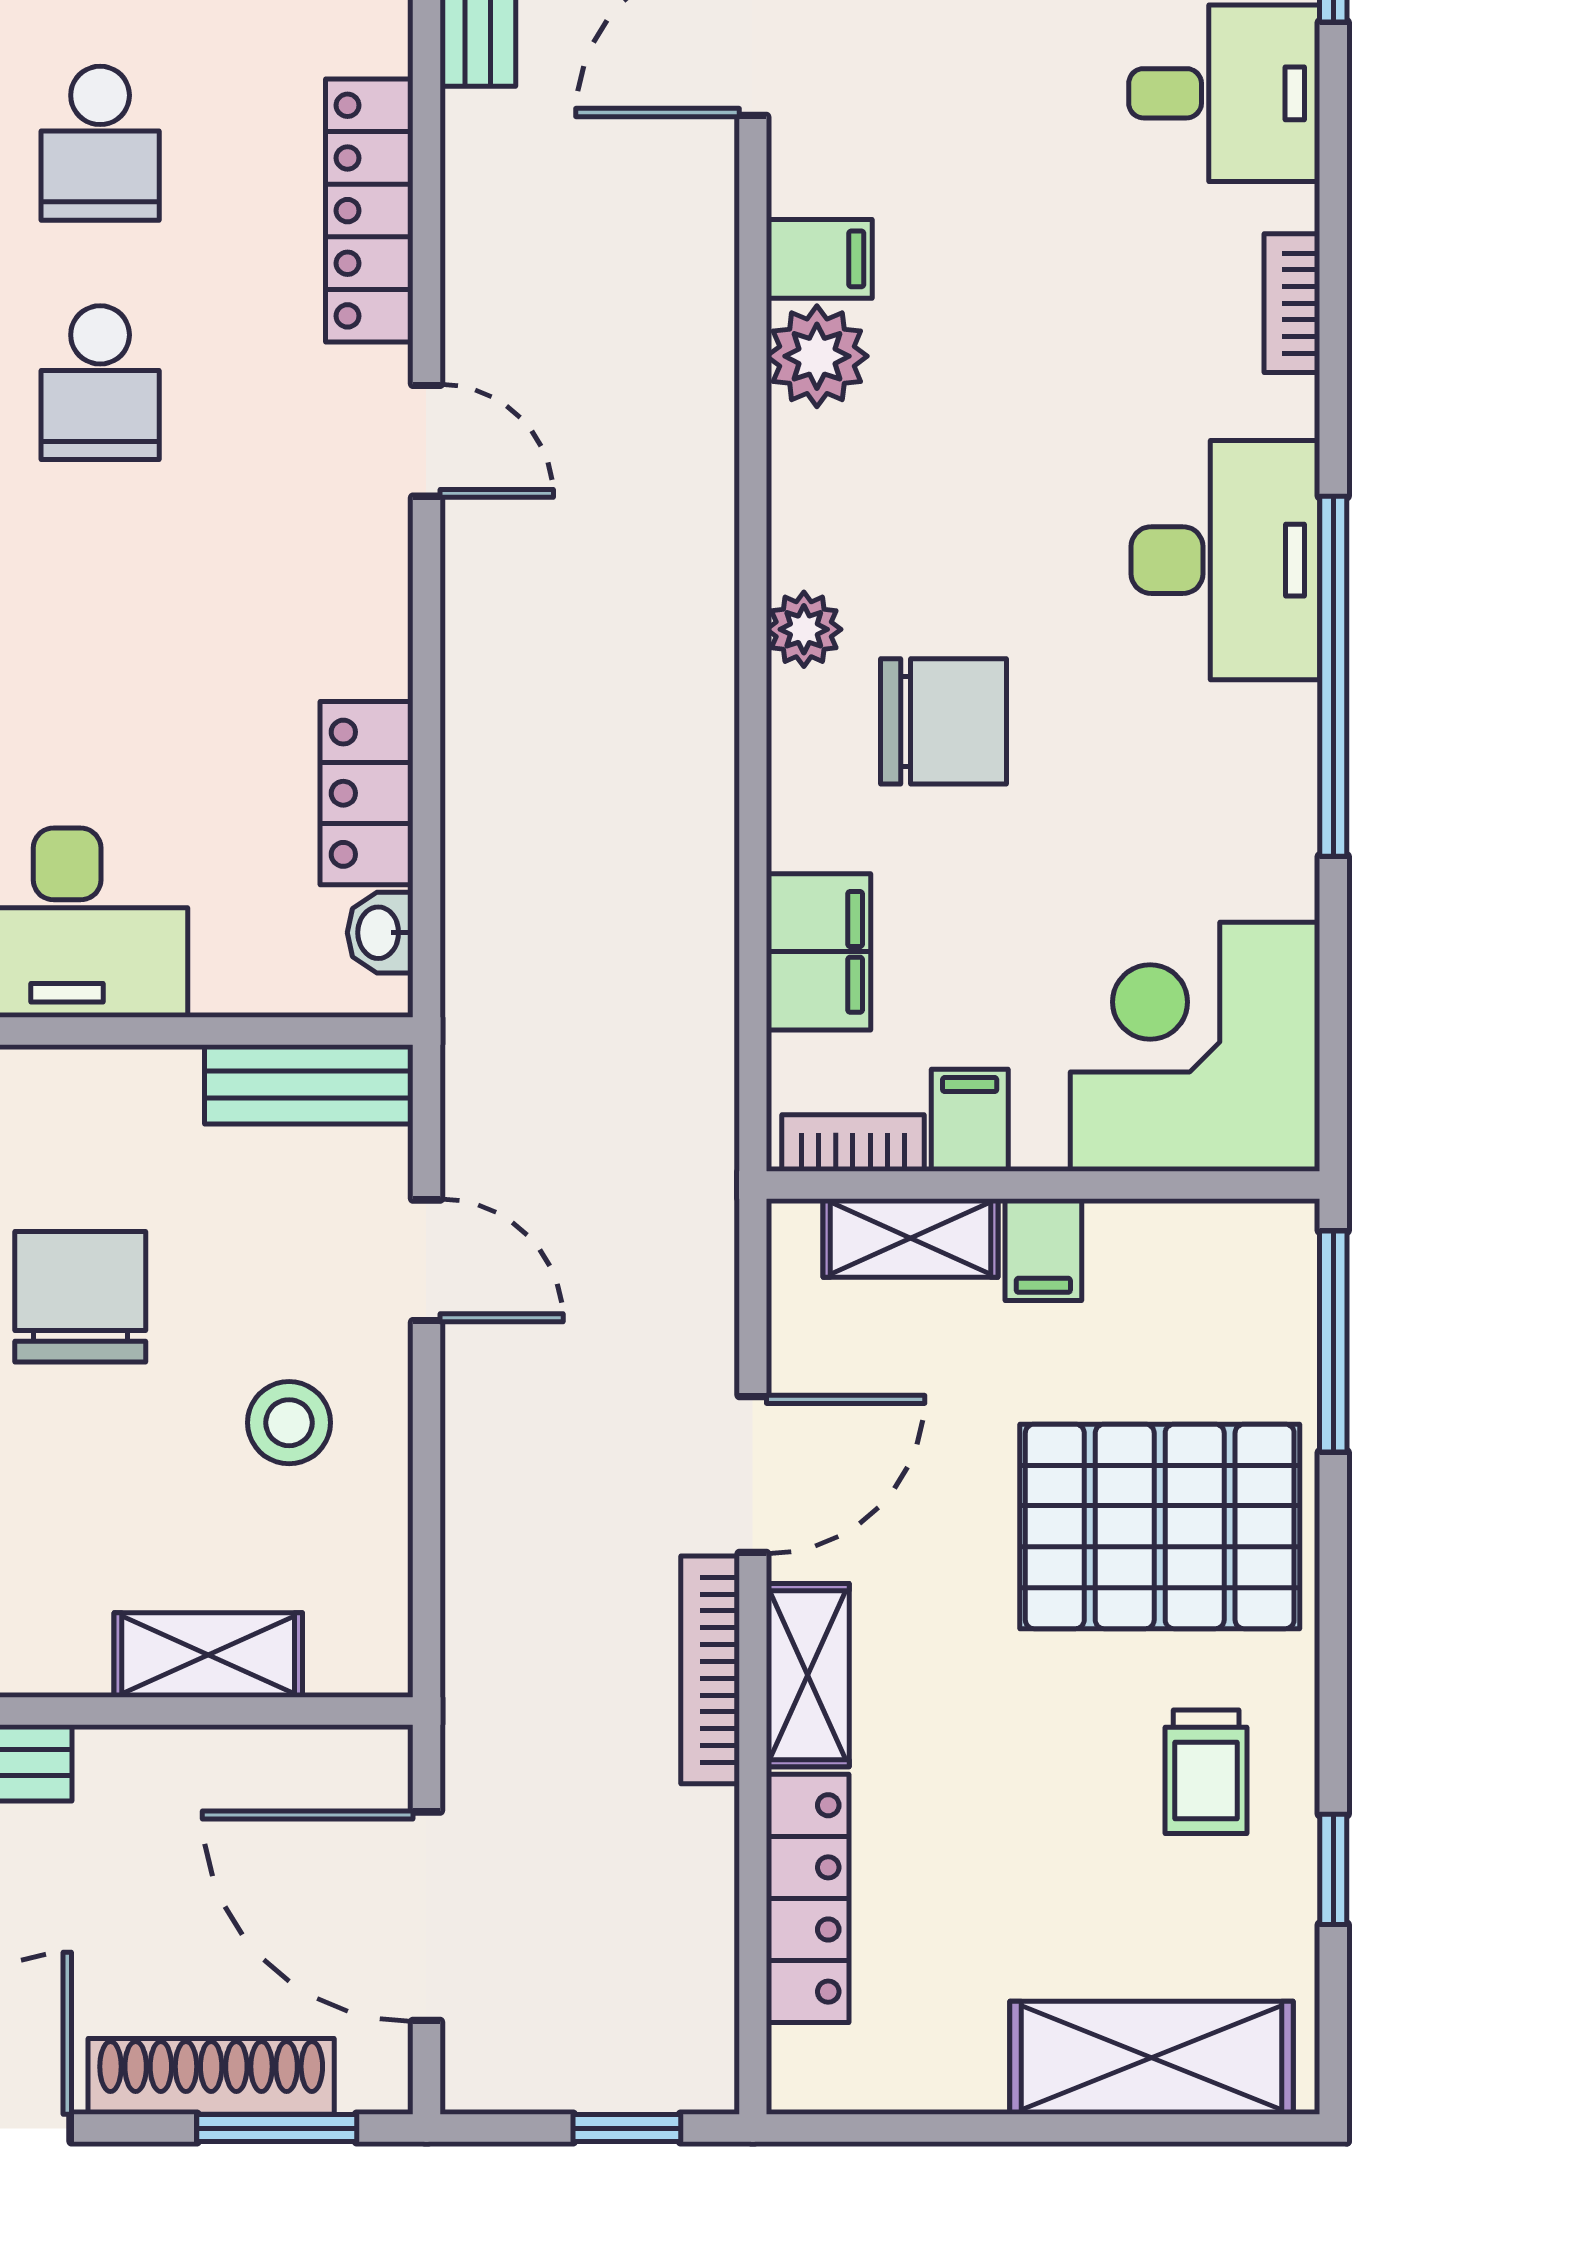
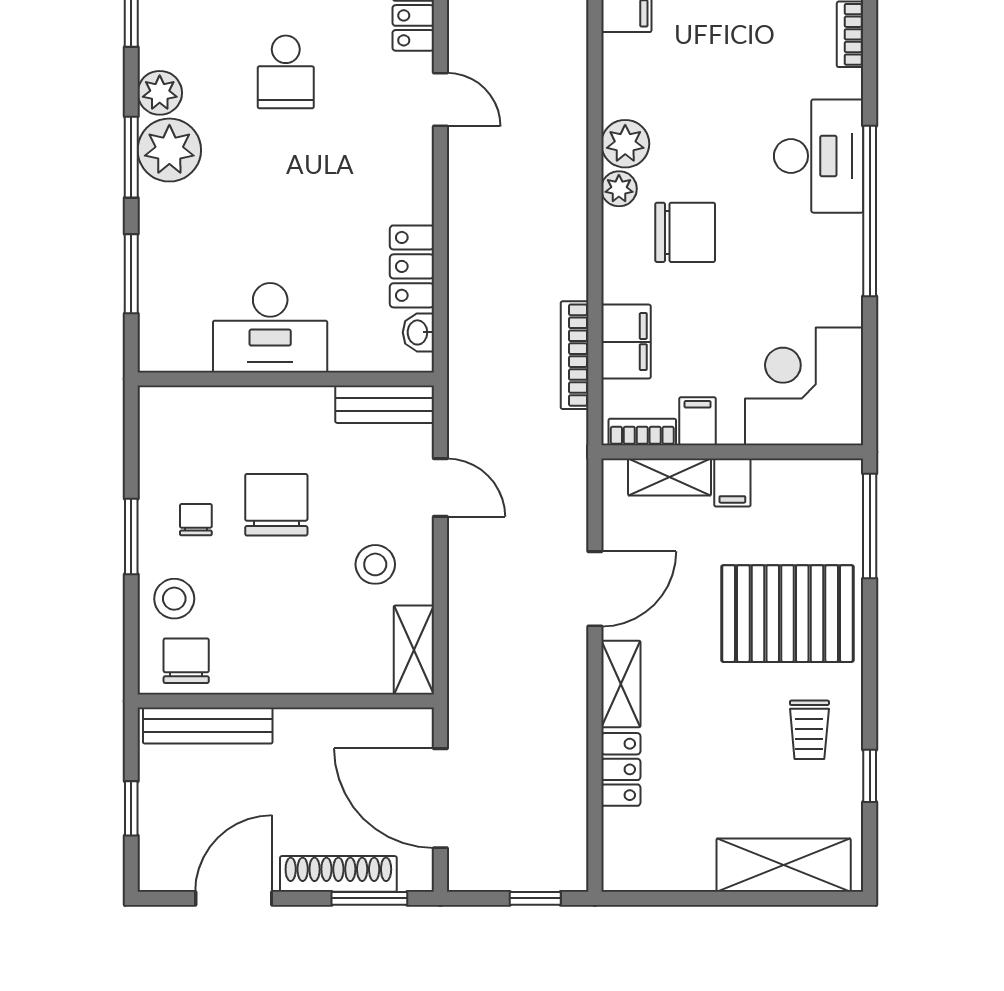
plant: (817, 356) -> (625, 144), moved
shelving: (208, 1655) -> (414, 650), moved, turned 90
bookcase: (710, 1670) -> (575, 355), moved
locker: (808, 1898) -> (621, 769), width x0.66

